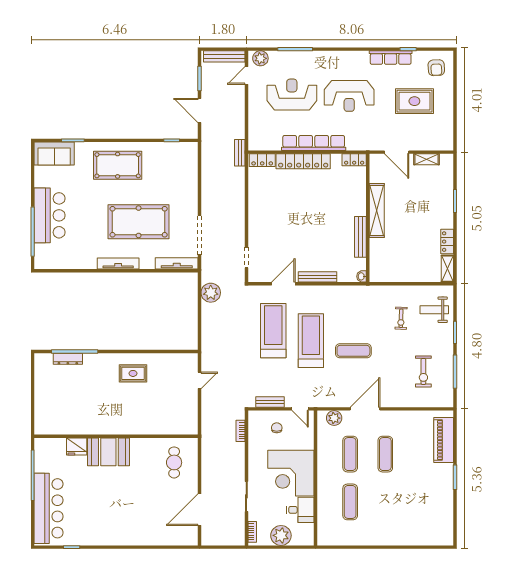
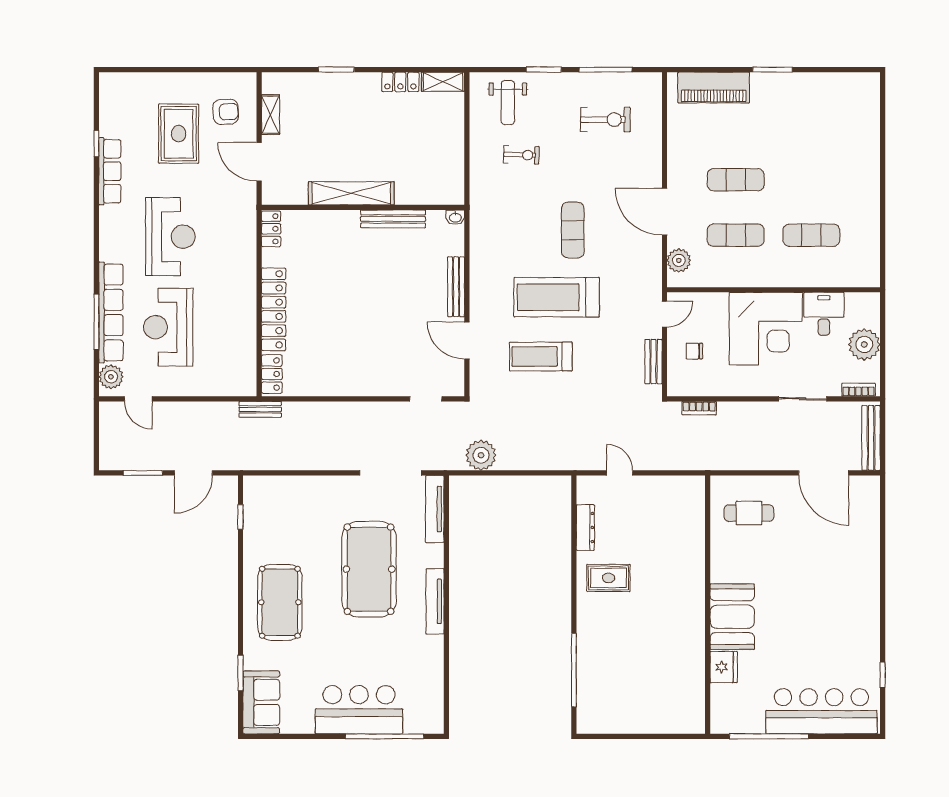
bench: (224, 56) -> (871, 438), moved
armchair: (436, 68) -> (226, 112), moved
row of seats: (314, 143) -> (111, 313), moved, turned 180
door: (397, 152) -> (259, 162), swing flipped
treadmill: (273, 331) -> (541, 356), width x0.73, depth x0.73
dresser: (68, 359) -> (585, 528), moved
rug: (133, 373) -> (609, 578), turned 90

